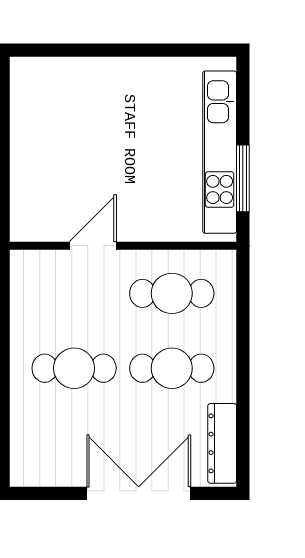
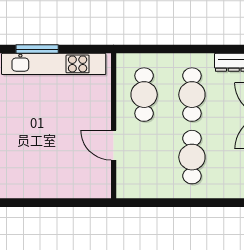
window: (243, 178) -> (37, 49), moved

